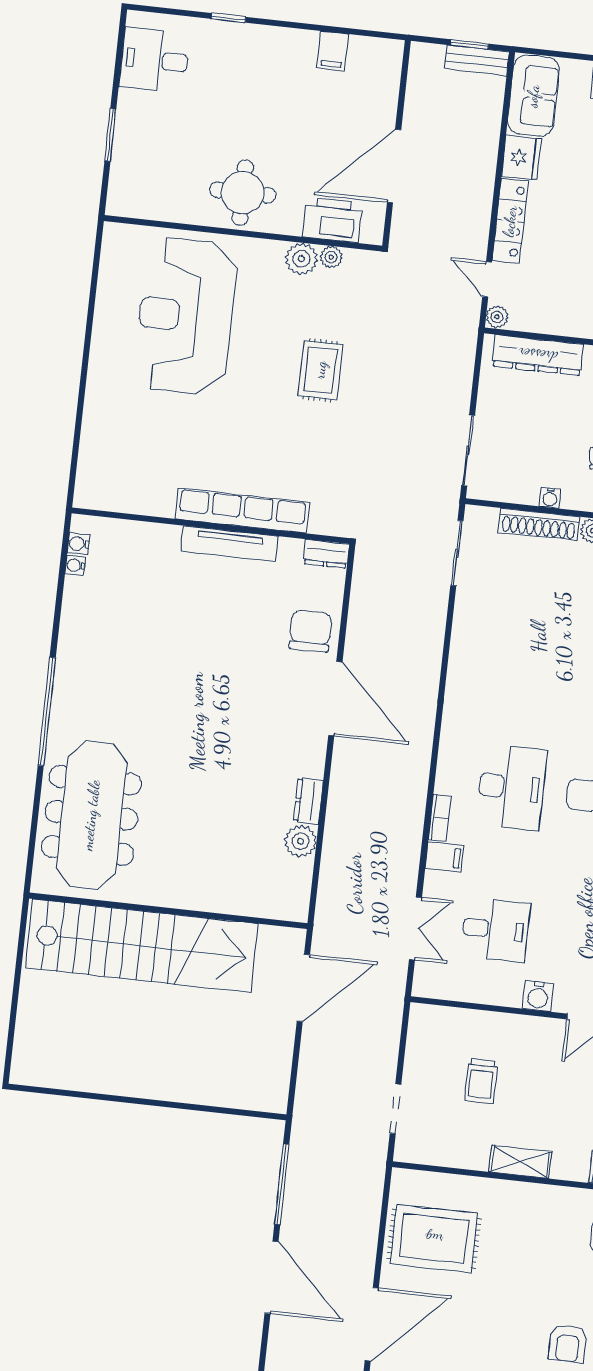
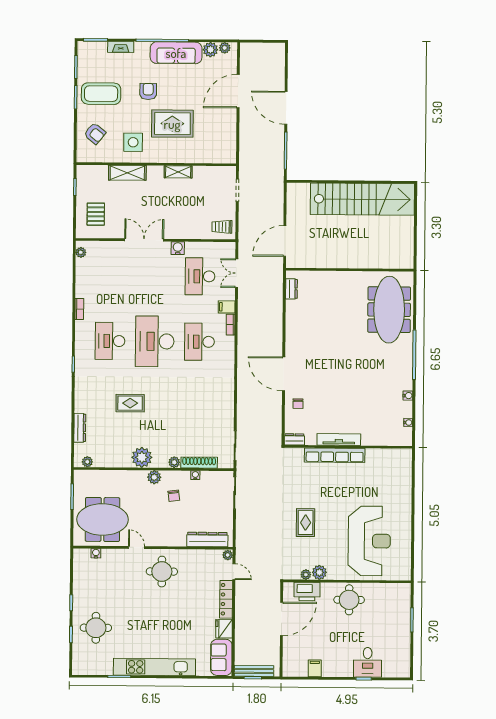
desk: (154, 60) -> (368, 662), moved, turned 90
bench: (477, 60) -> (254, 671), width x1.36
water cooler: (78, 544) -> (408, 396), moved
chair: (310, 631) -> (298, 404), width x0.54, depth x0.54
dresser: (308, 801) -> (291, 289), moved
plant: (301, 841) -> (293, 308), removed
desk: (496, 930) -> (200, 276), width x1.37
stairs: (142, 946) -> (362, 199), moved, turned 180
trolley: (481, 1081) -> (222, 227), moved, turned -90
rug: (434, 1239) -> (172, 124), moved

